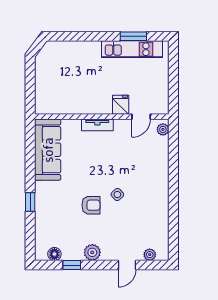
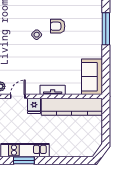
kitchen counter: (73, 104) -> (72, 107), added
sofa: (48, 150) -> (92, 77), width x0.73
window: (30, 202) -> (106, 29), width x2.17

